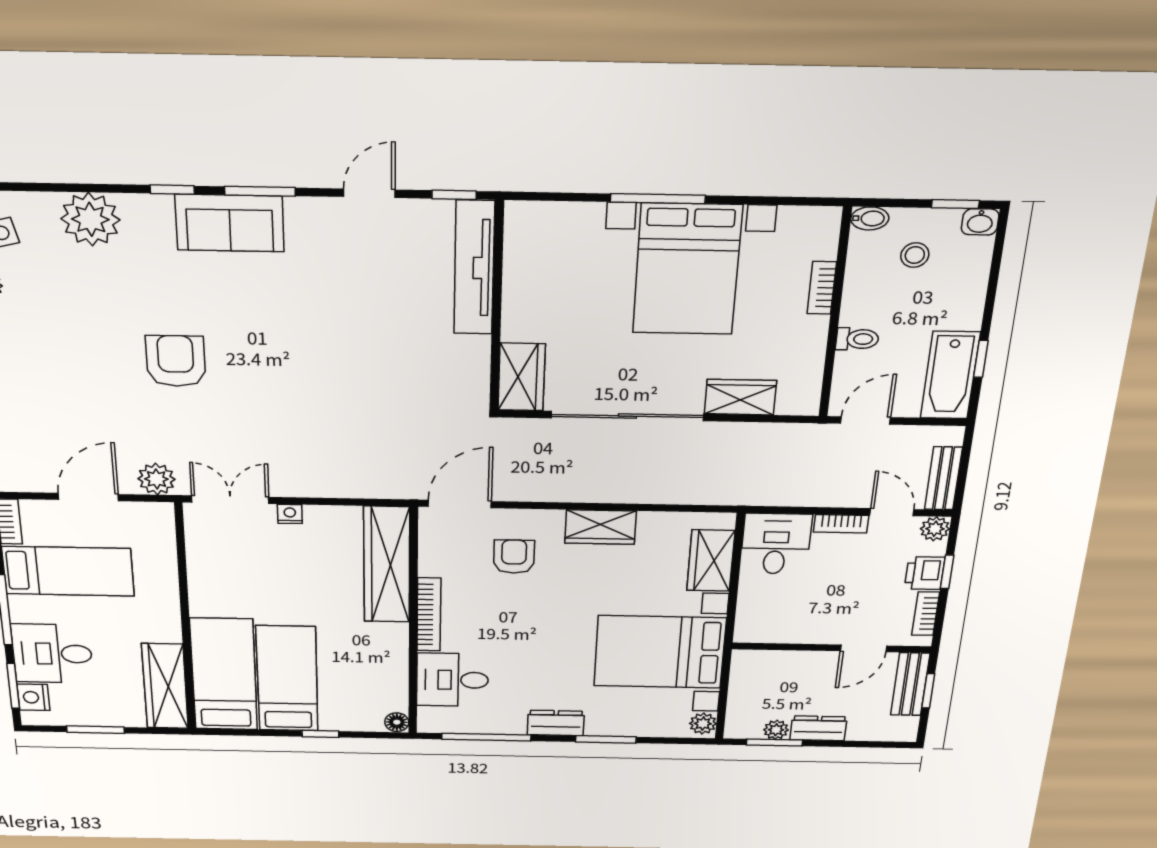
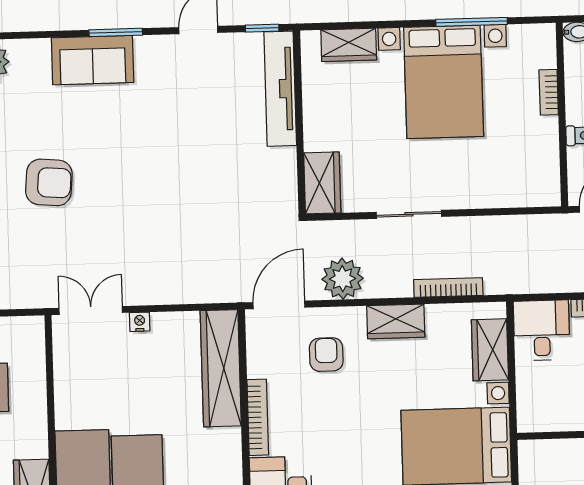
window: (172, 190) -> (49, 34), removed
window: (658, 199) -> (472, 22), moved
armchair: (176, 361) -> (49, 182), turned 95
wardrobe: (740, 397) -> (349, 45), moved, turned 180
sliding door: (627, 416) -> (409, 214), width x0.54
plant: (156, 479) -> (342, 279), moved, width x1.36, depth x1.36
bookcase: (668, 495) -> (448, 288), added

